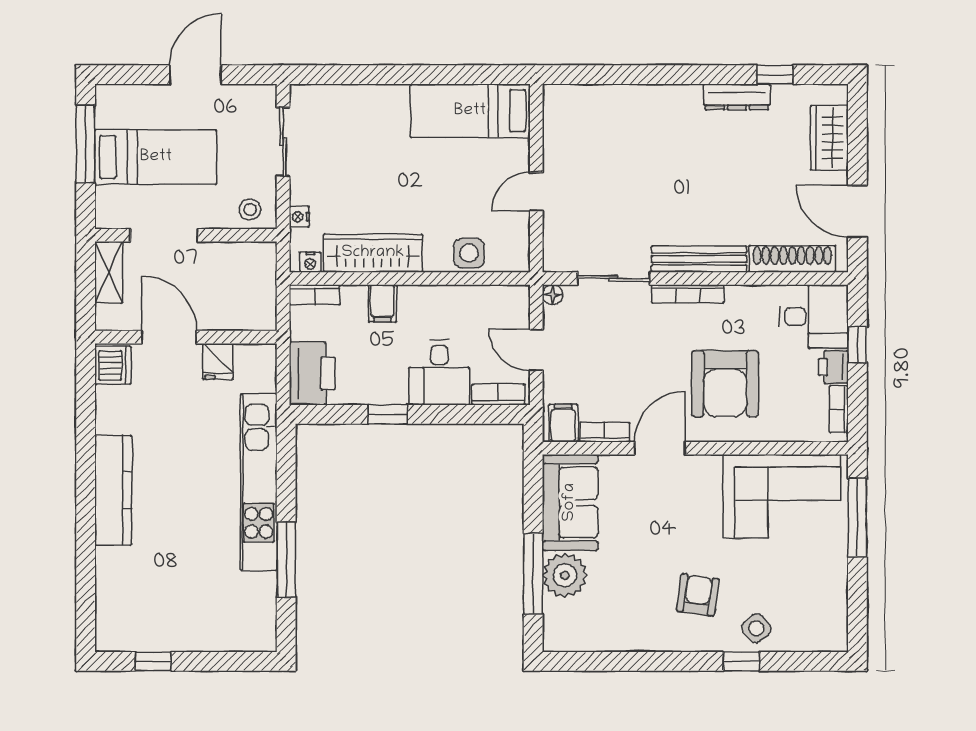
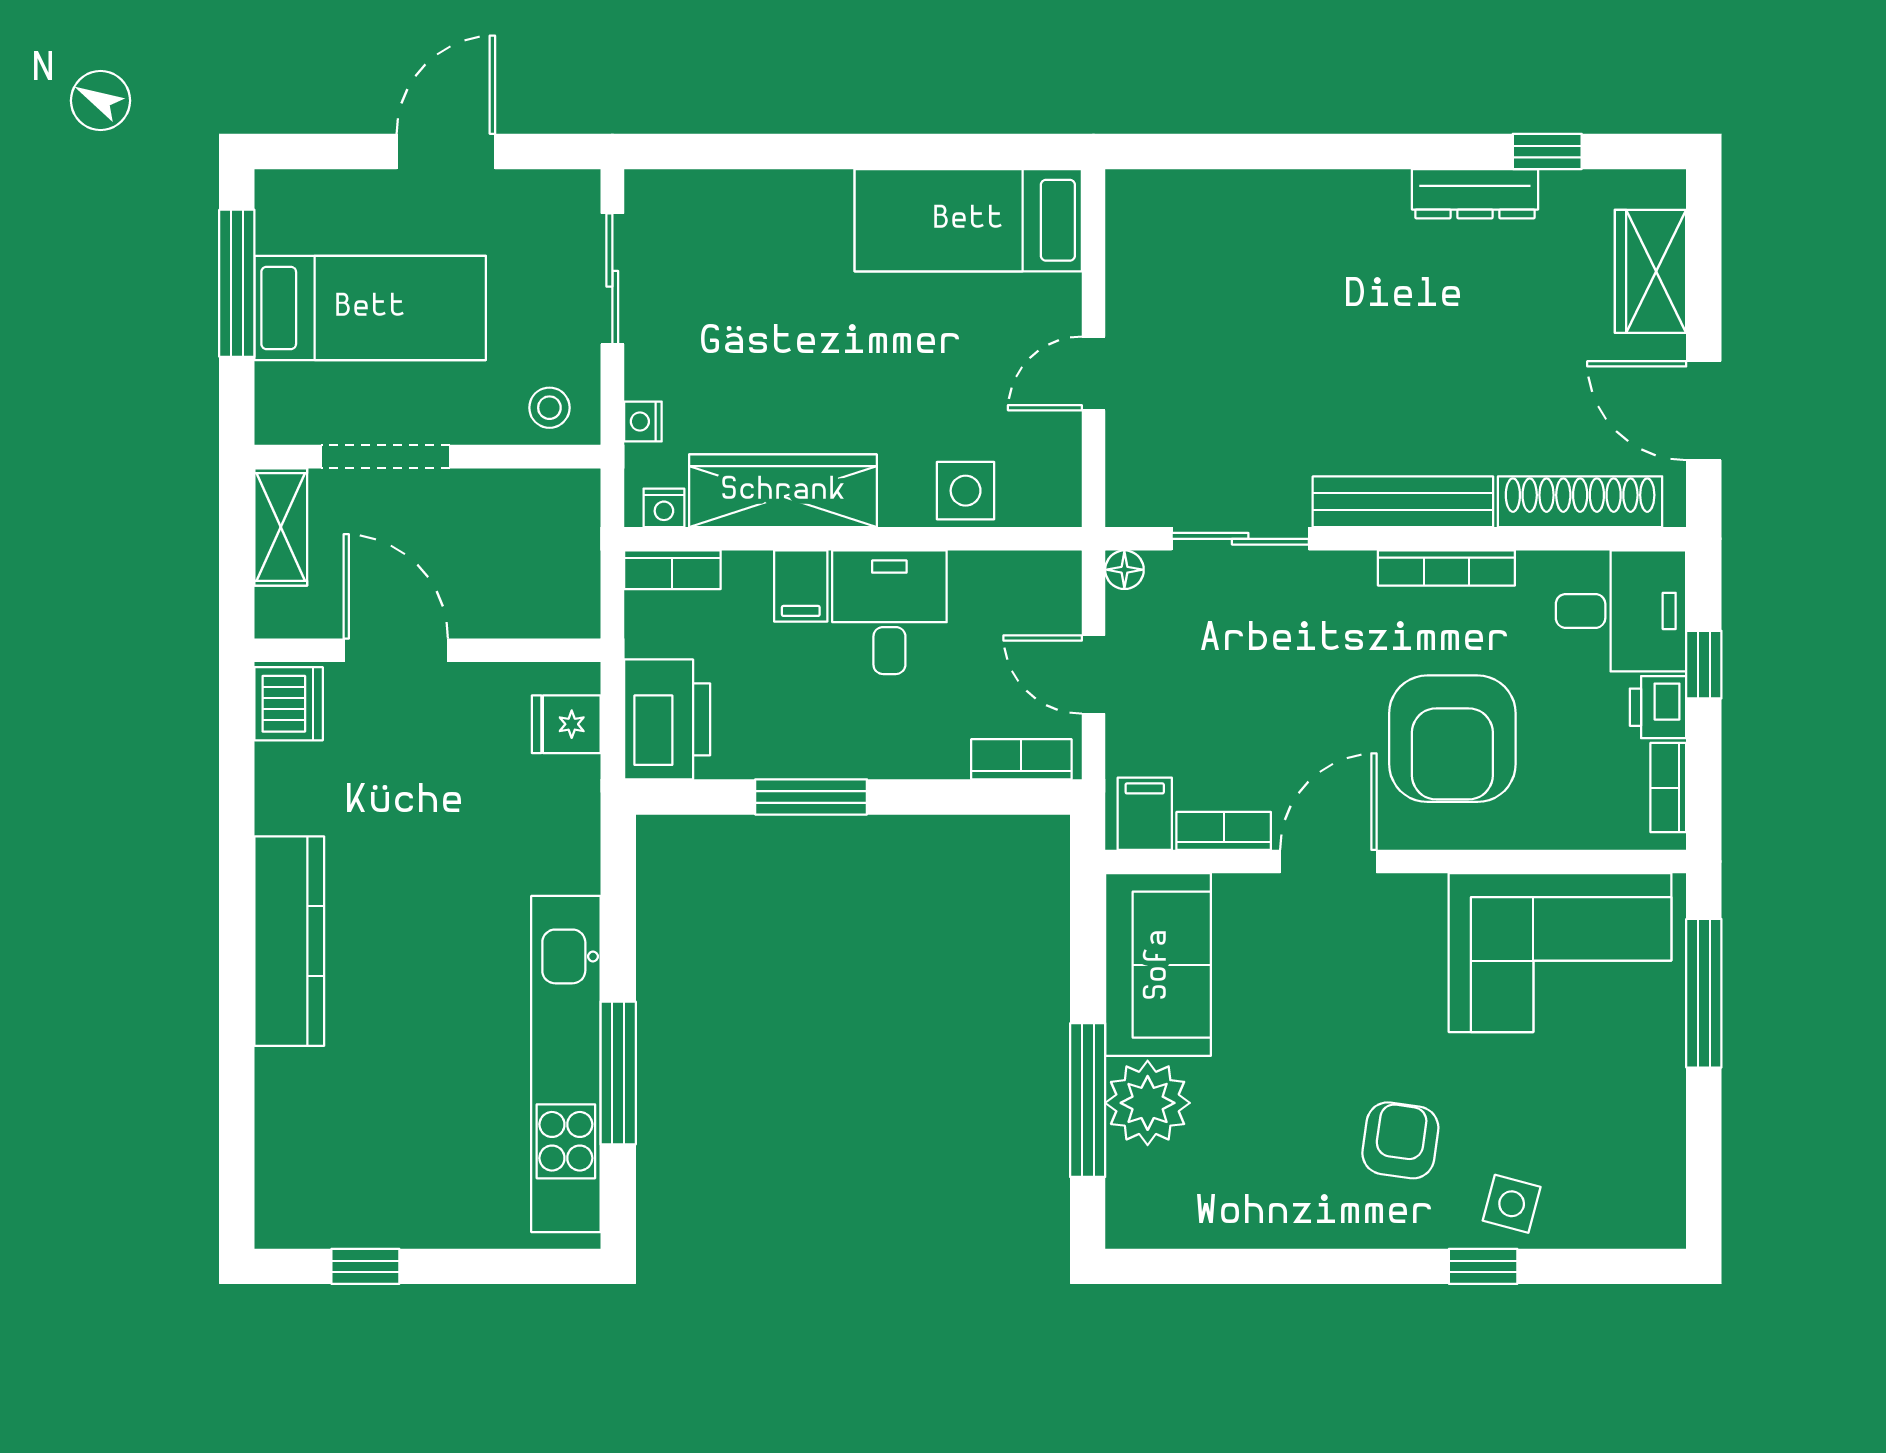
bookcase: (688, 294) -> (1446, 568), moved
fridge: (218, 361) -> (566, 724), moved, turned 90
desk: (439, 373) -> (889, 612), moved, turned 180
window: (388, 414) -> (811, 797), width x1.50
kitchen unit: (259, 482) -> (566, 1064), moved
side table: (756, 628) -> (1512, 1204), turned -36

